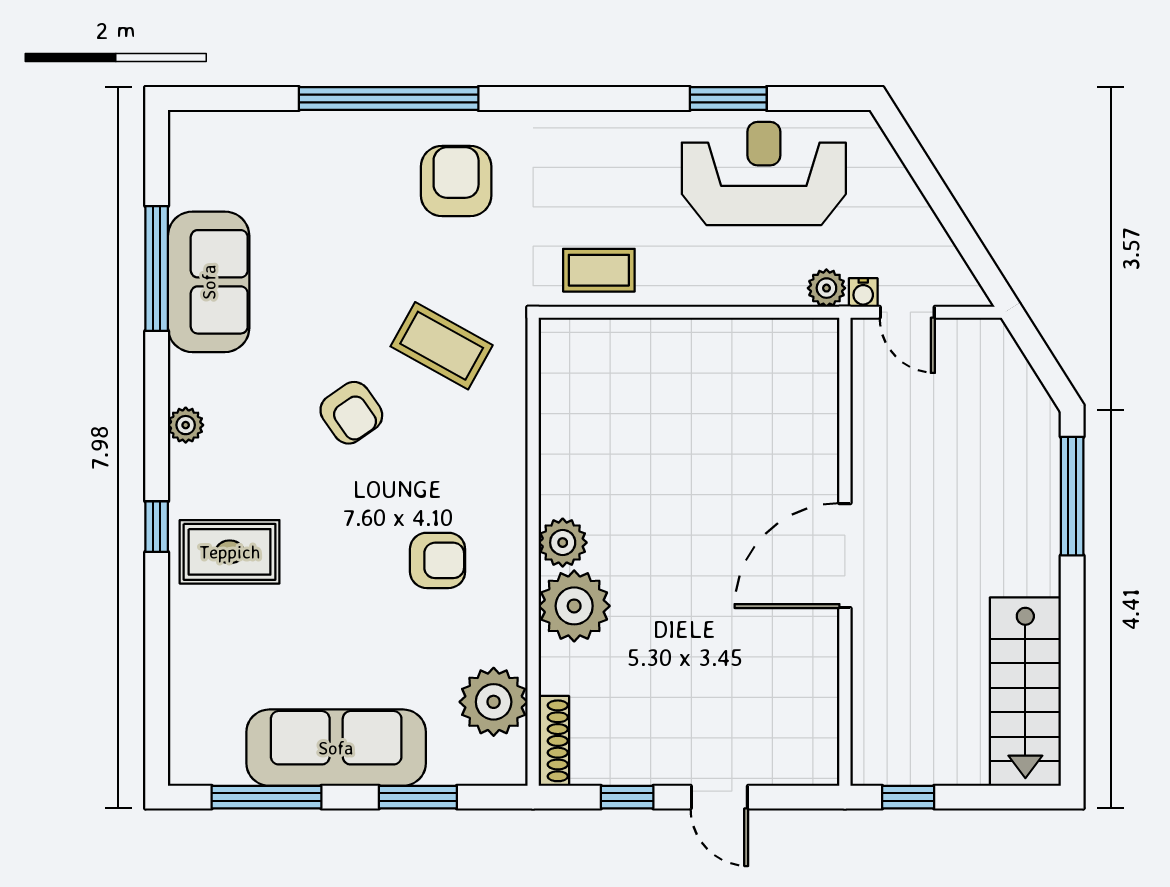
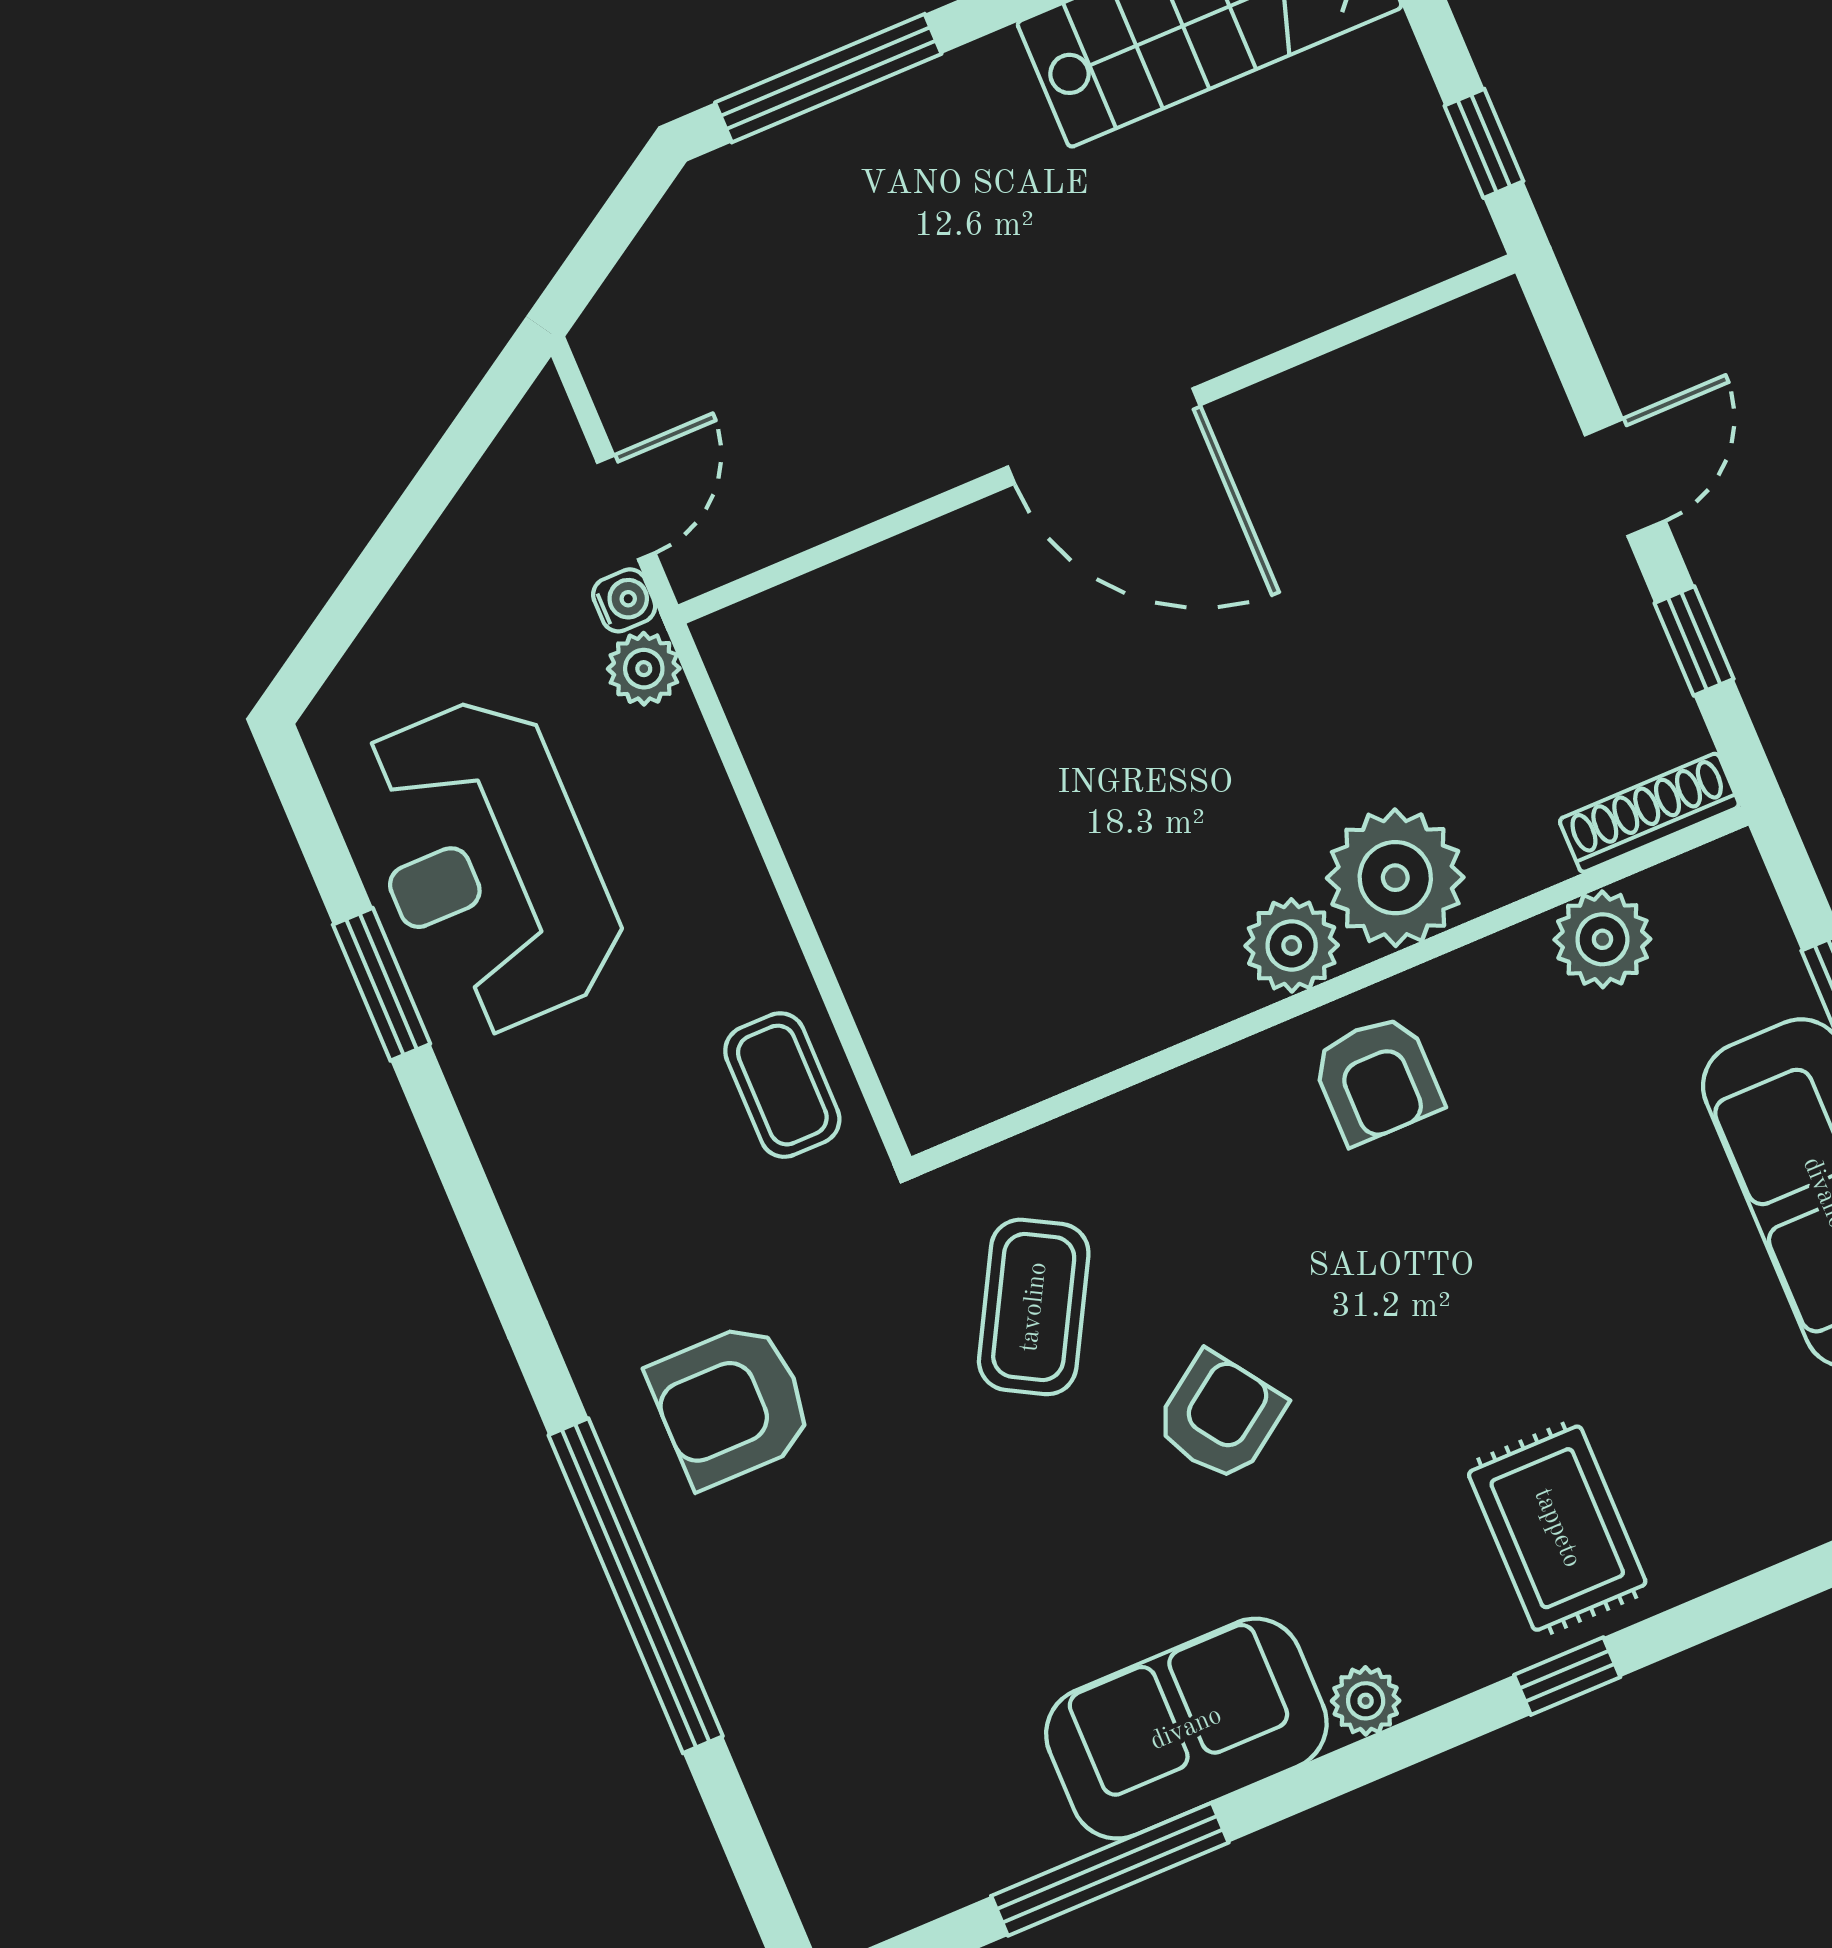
sofa: (209, 282) -> (1186, 1729), moved
armchair: (438, 560) -> (1377, 1079), moved, turned 180
plant: (494, 702) -> (1602, 939), width x0.73, depth x0.73

